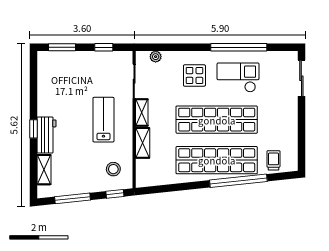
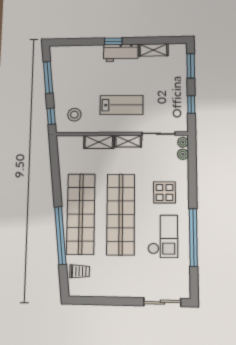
plant: (143, 56) -> (183, 142), added
workbench: (46, 135) -> (121, 53), moved
shelving: (44, 170) -> (153, 50), moved

